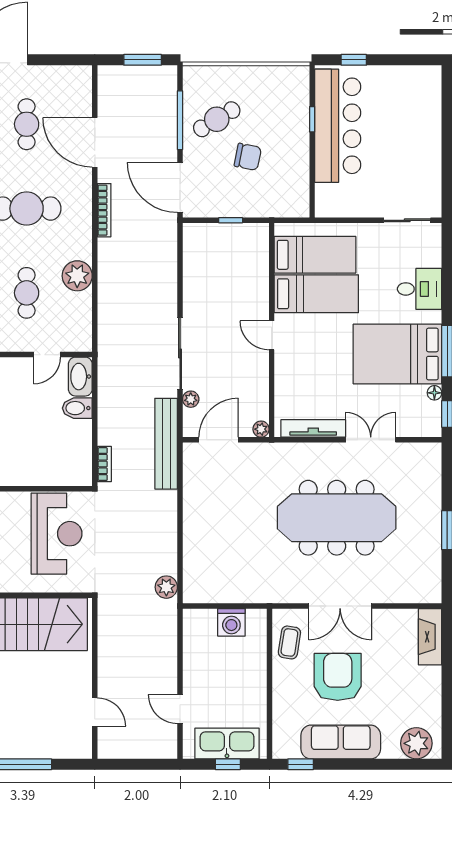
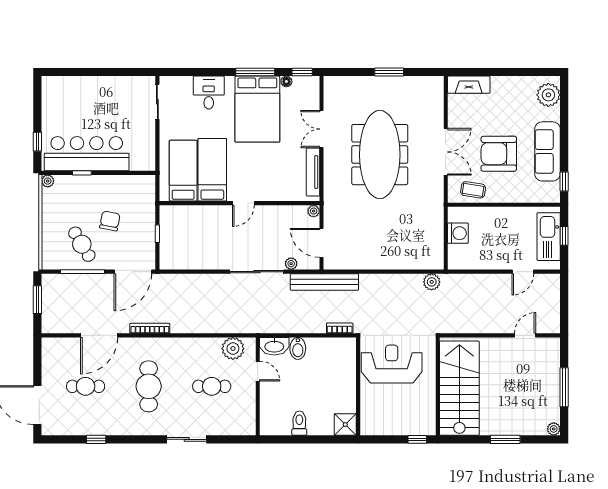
plant: (301, 74) -> (48, 181), added
plant: (77, 276) -> (233, 349), moved

